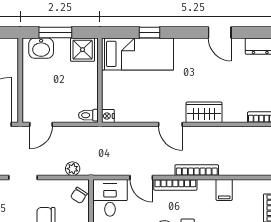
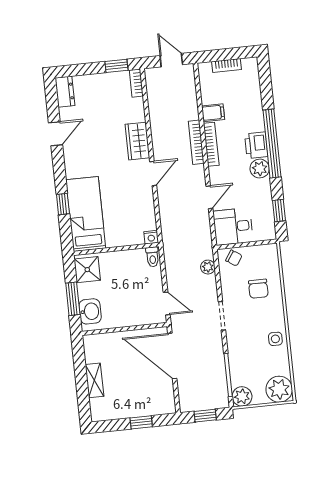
bookcase: (175, 185) -> (211, 144), moved

